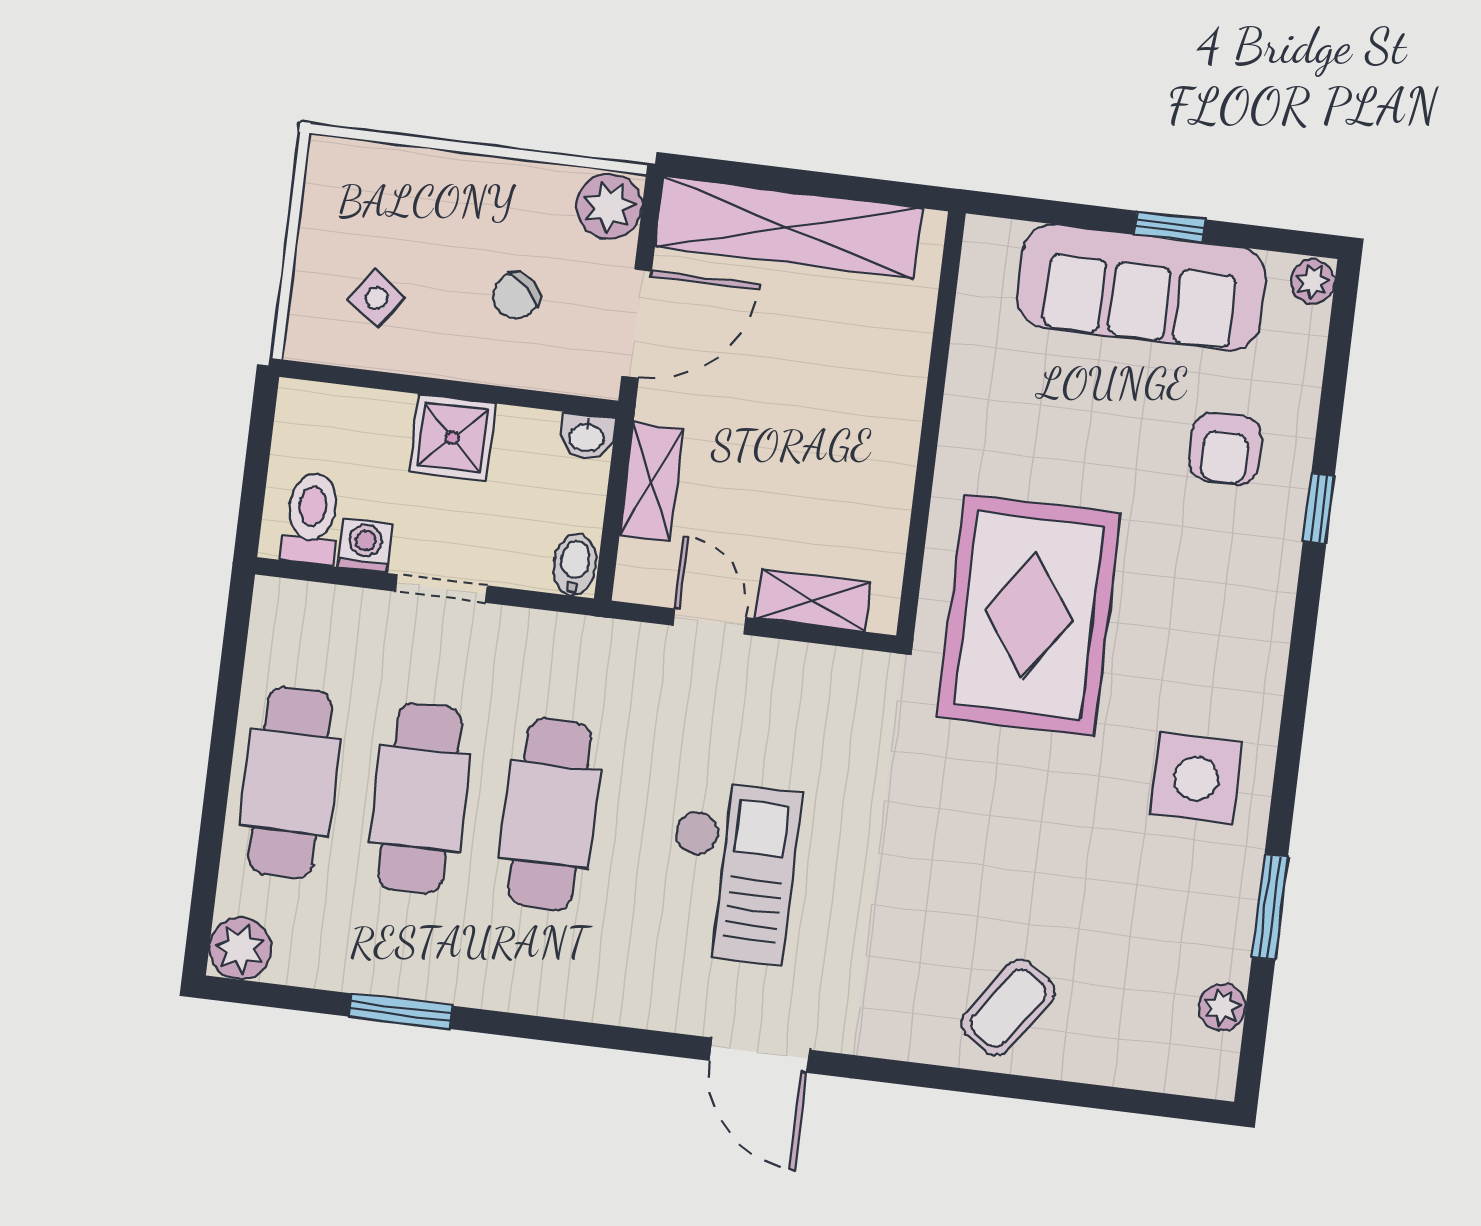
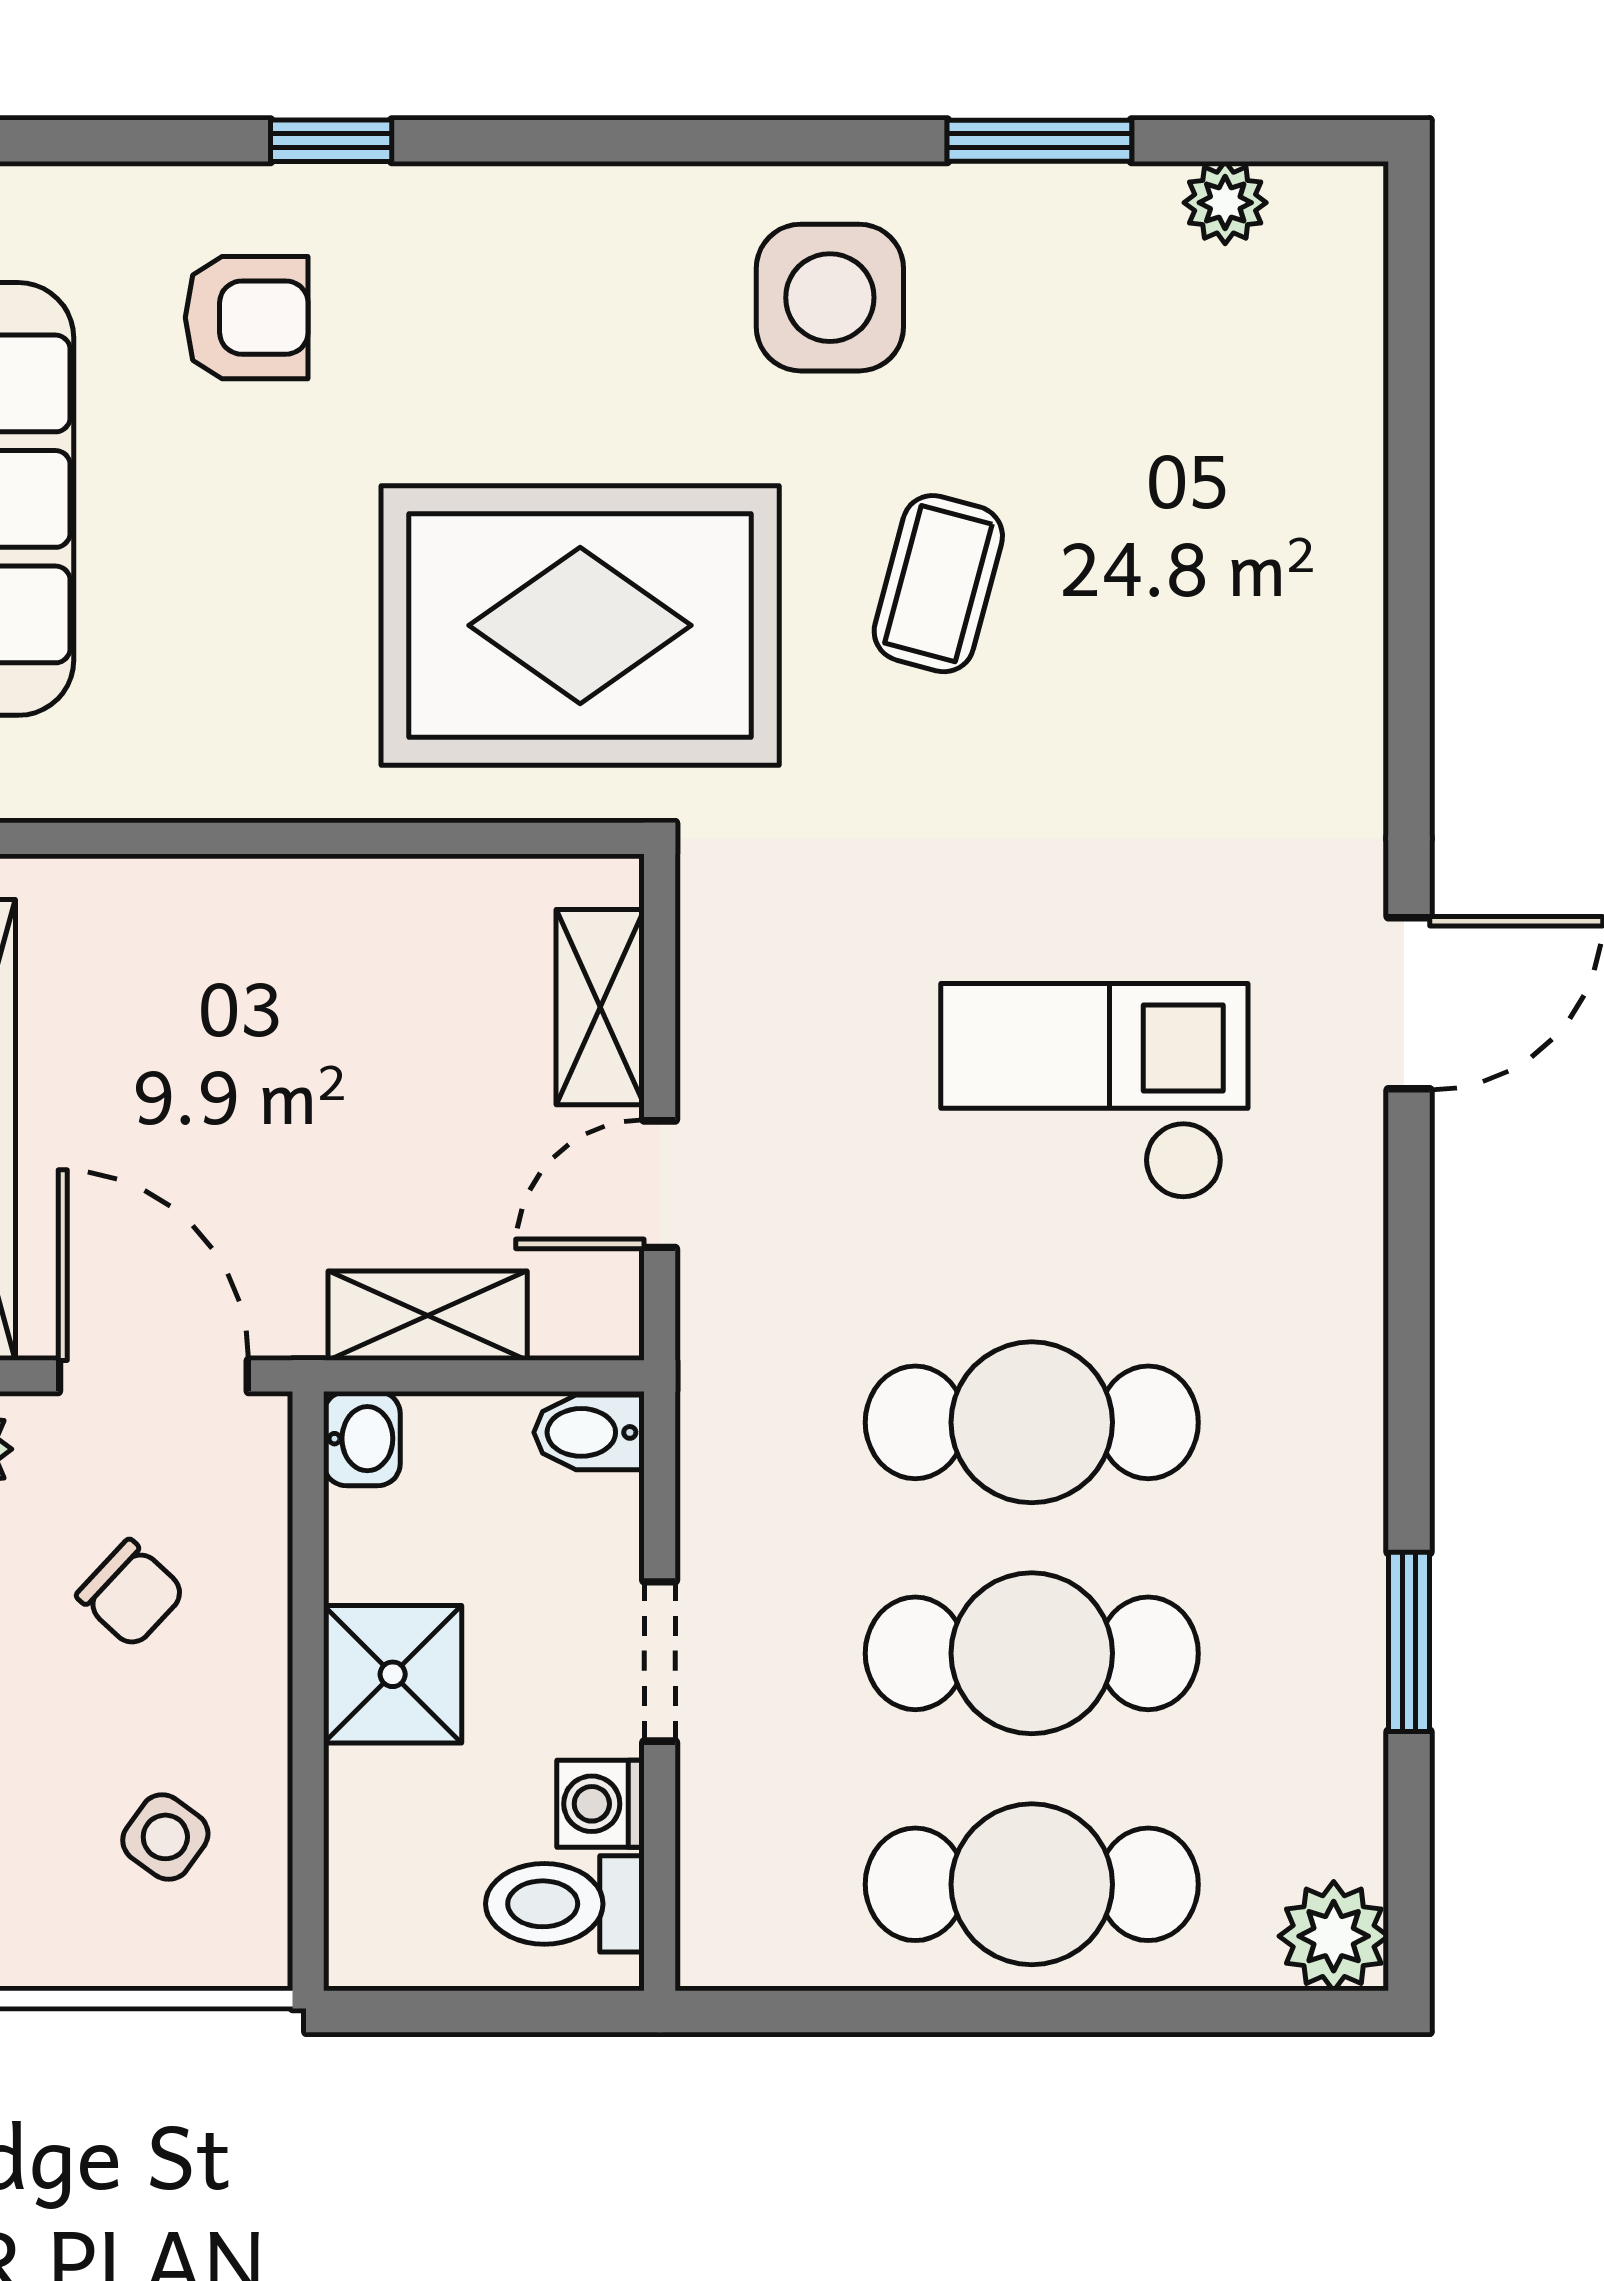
coffee table: (1008, 1008) -> (938, 584), moved, turned 70

